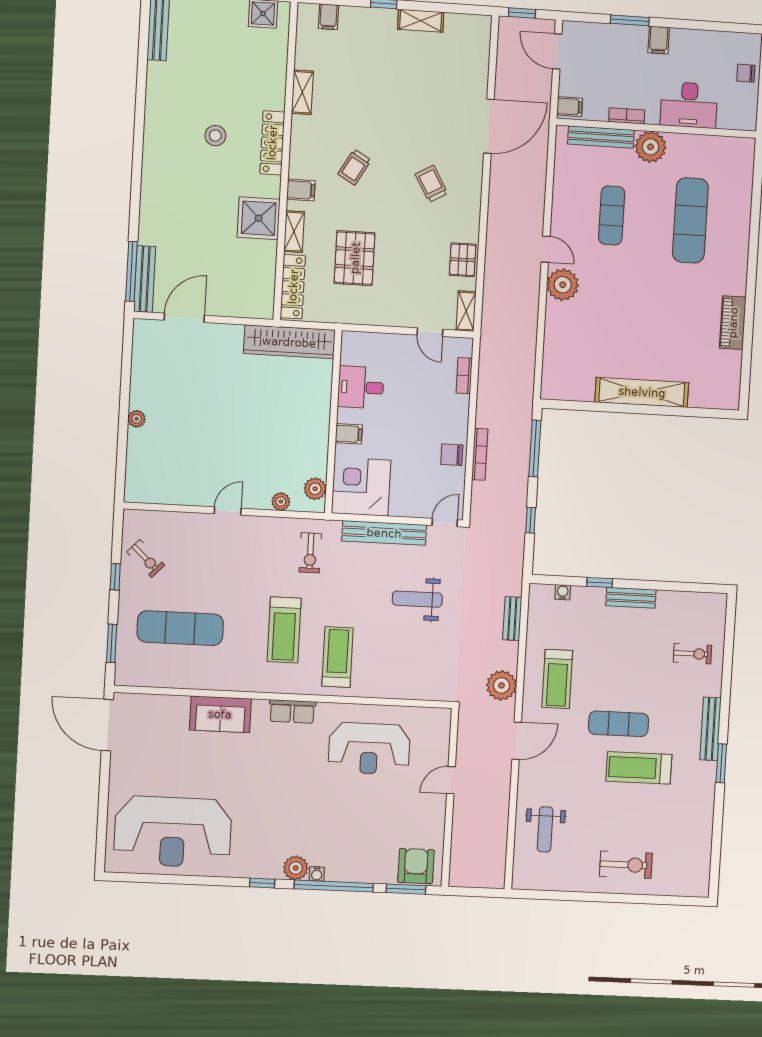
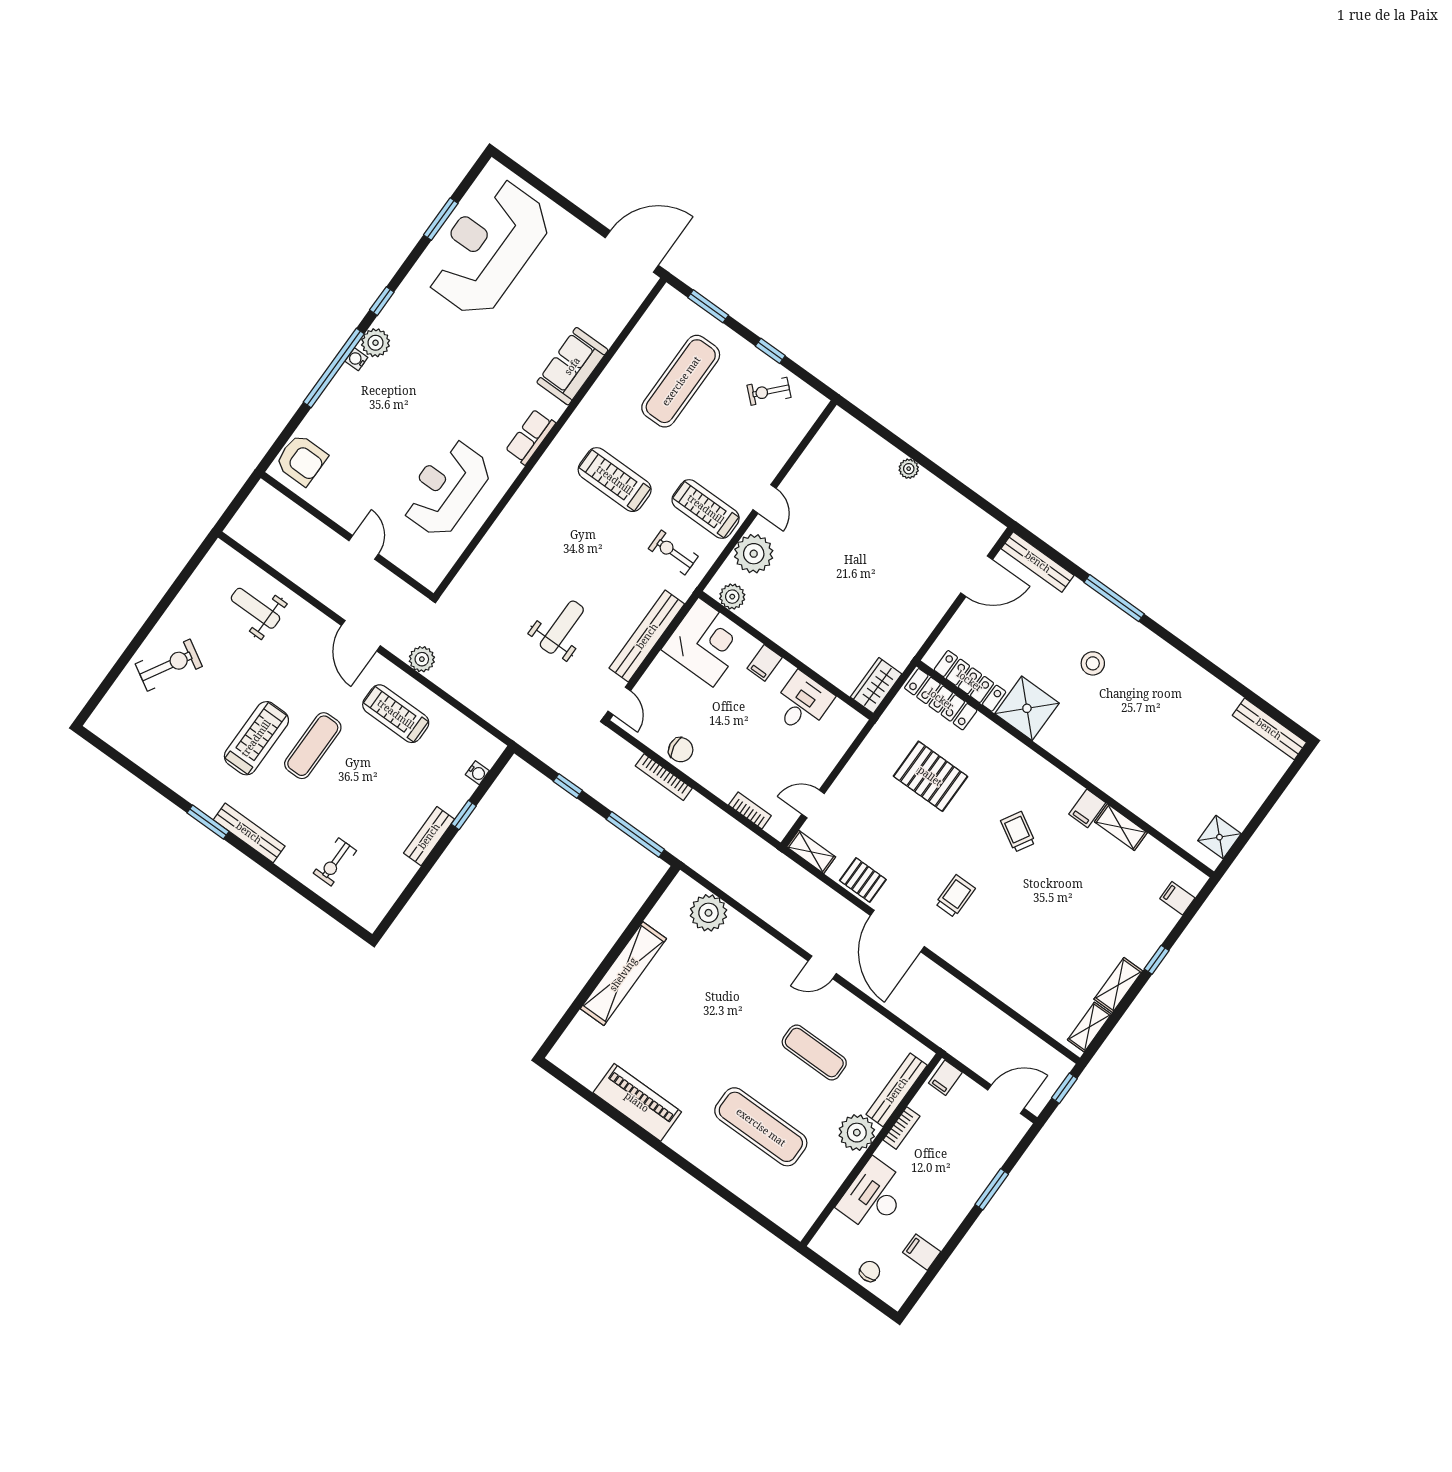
filing cabinet: (659, 40) -> (922, 1252), moved
door: (489, 126) -> (897, 931), moved
stool: (215, 136) -> (1093, 663), moved
locker: (272, 143) -> (970, 681), moved
trolley: (431, 184) -> (955, 896), turned -60
filing cabinet: (301, 190) -> (1087, 808), moved
shelving: (294, 232) -> (1089, 1027), moved, turned 90
window: (131, 271) -> (1114, 598), moved
plant: (563, 285) -> (708, 913), moved
door: (184, 318) -> (977, 576), hinge flipped
piano: (733, 323) -> (637, 1102), width x1.37, depth x1.33
wardrobe: (289, 342) -> (876, 686), width x0.48, depth x0.85
chair: (452, 455) -> (681, 750), turned 82
plant: (281, 502) -> (754, 554), width x1.87, depth x1.87
bench: (512, 619) -> (483, 707), removed
treadmill: (337, 657) -> (706, 509), moved, turned 180
plant: (501, 685) -> (422, 659), width x0.73, depth x0.73
exercise bike: (626, 865) -> (169, 665), turned -150
window: (406, 889) -> (441, 219), moved

